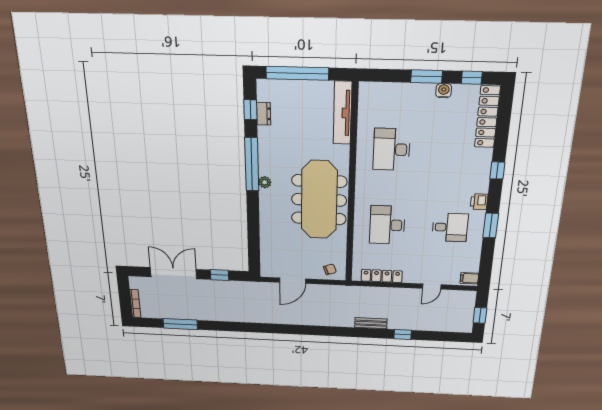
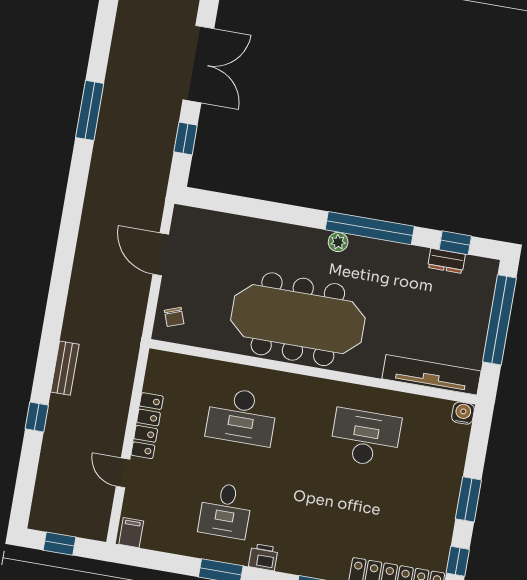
water cooler: (444, 91) -> (463, 413), moved, turned -90
desk: (387, 225) -> (242, 416), turned 180
locker: (382, 276) -> (147, 426), moved
window: (180, 324) -> (90, 110), moved

